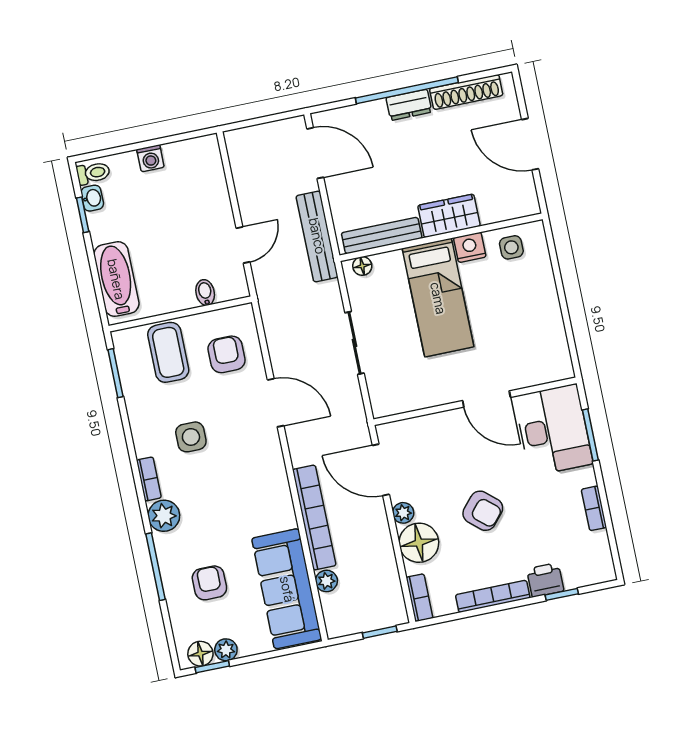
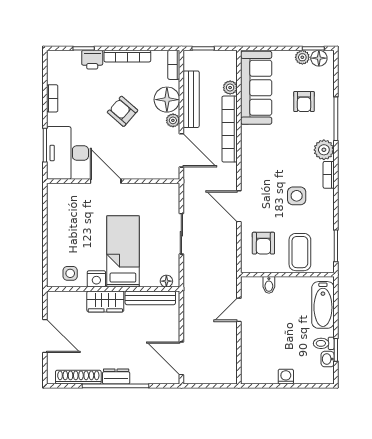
toilet: (93, 173) -> (324, 343), moved
bench: (317, 236) -> (191, 99), moved

